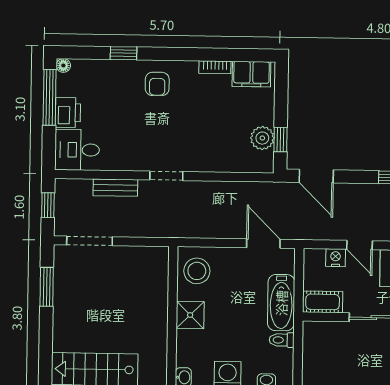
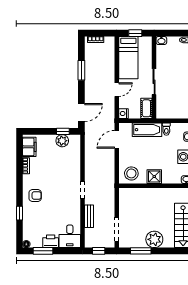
window: (50, 97) -> (43, 251), width x0.69
nightstand: (336, 258) -> (123, 114), moved
plant: (69, 313) -> (154, 239), added

